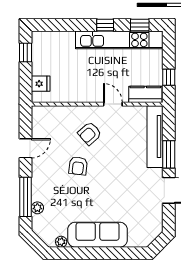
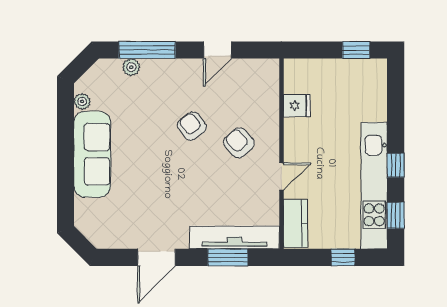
window: (169, 77) -> (343, 257), moved
fridge: (41, 84) -> (297, 106), moved, turned -90
door: (25, 148) -> (217, 50), hinge flipped
window: (169, 154) -> (228, 257), moved
armchair: (78, 166) -> (192, 126), turned 47

